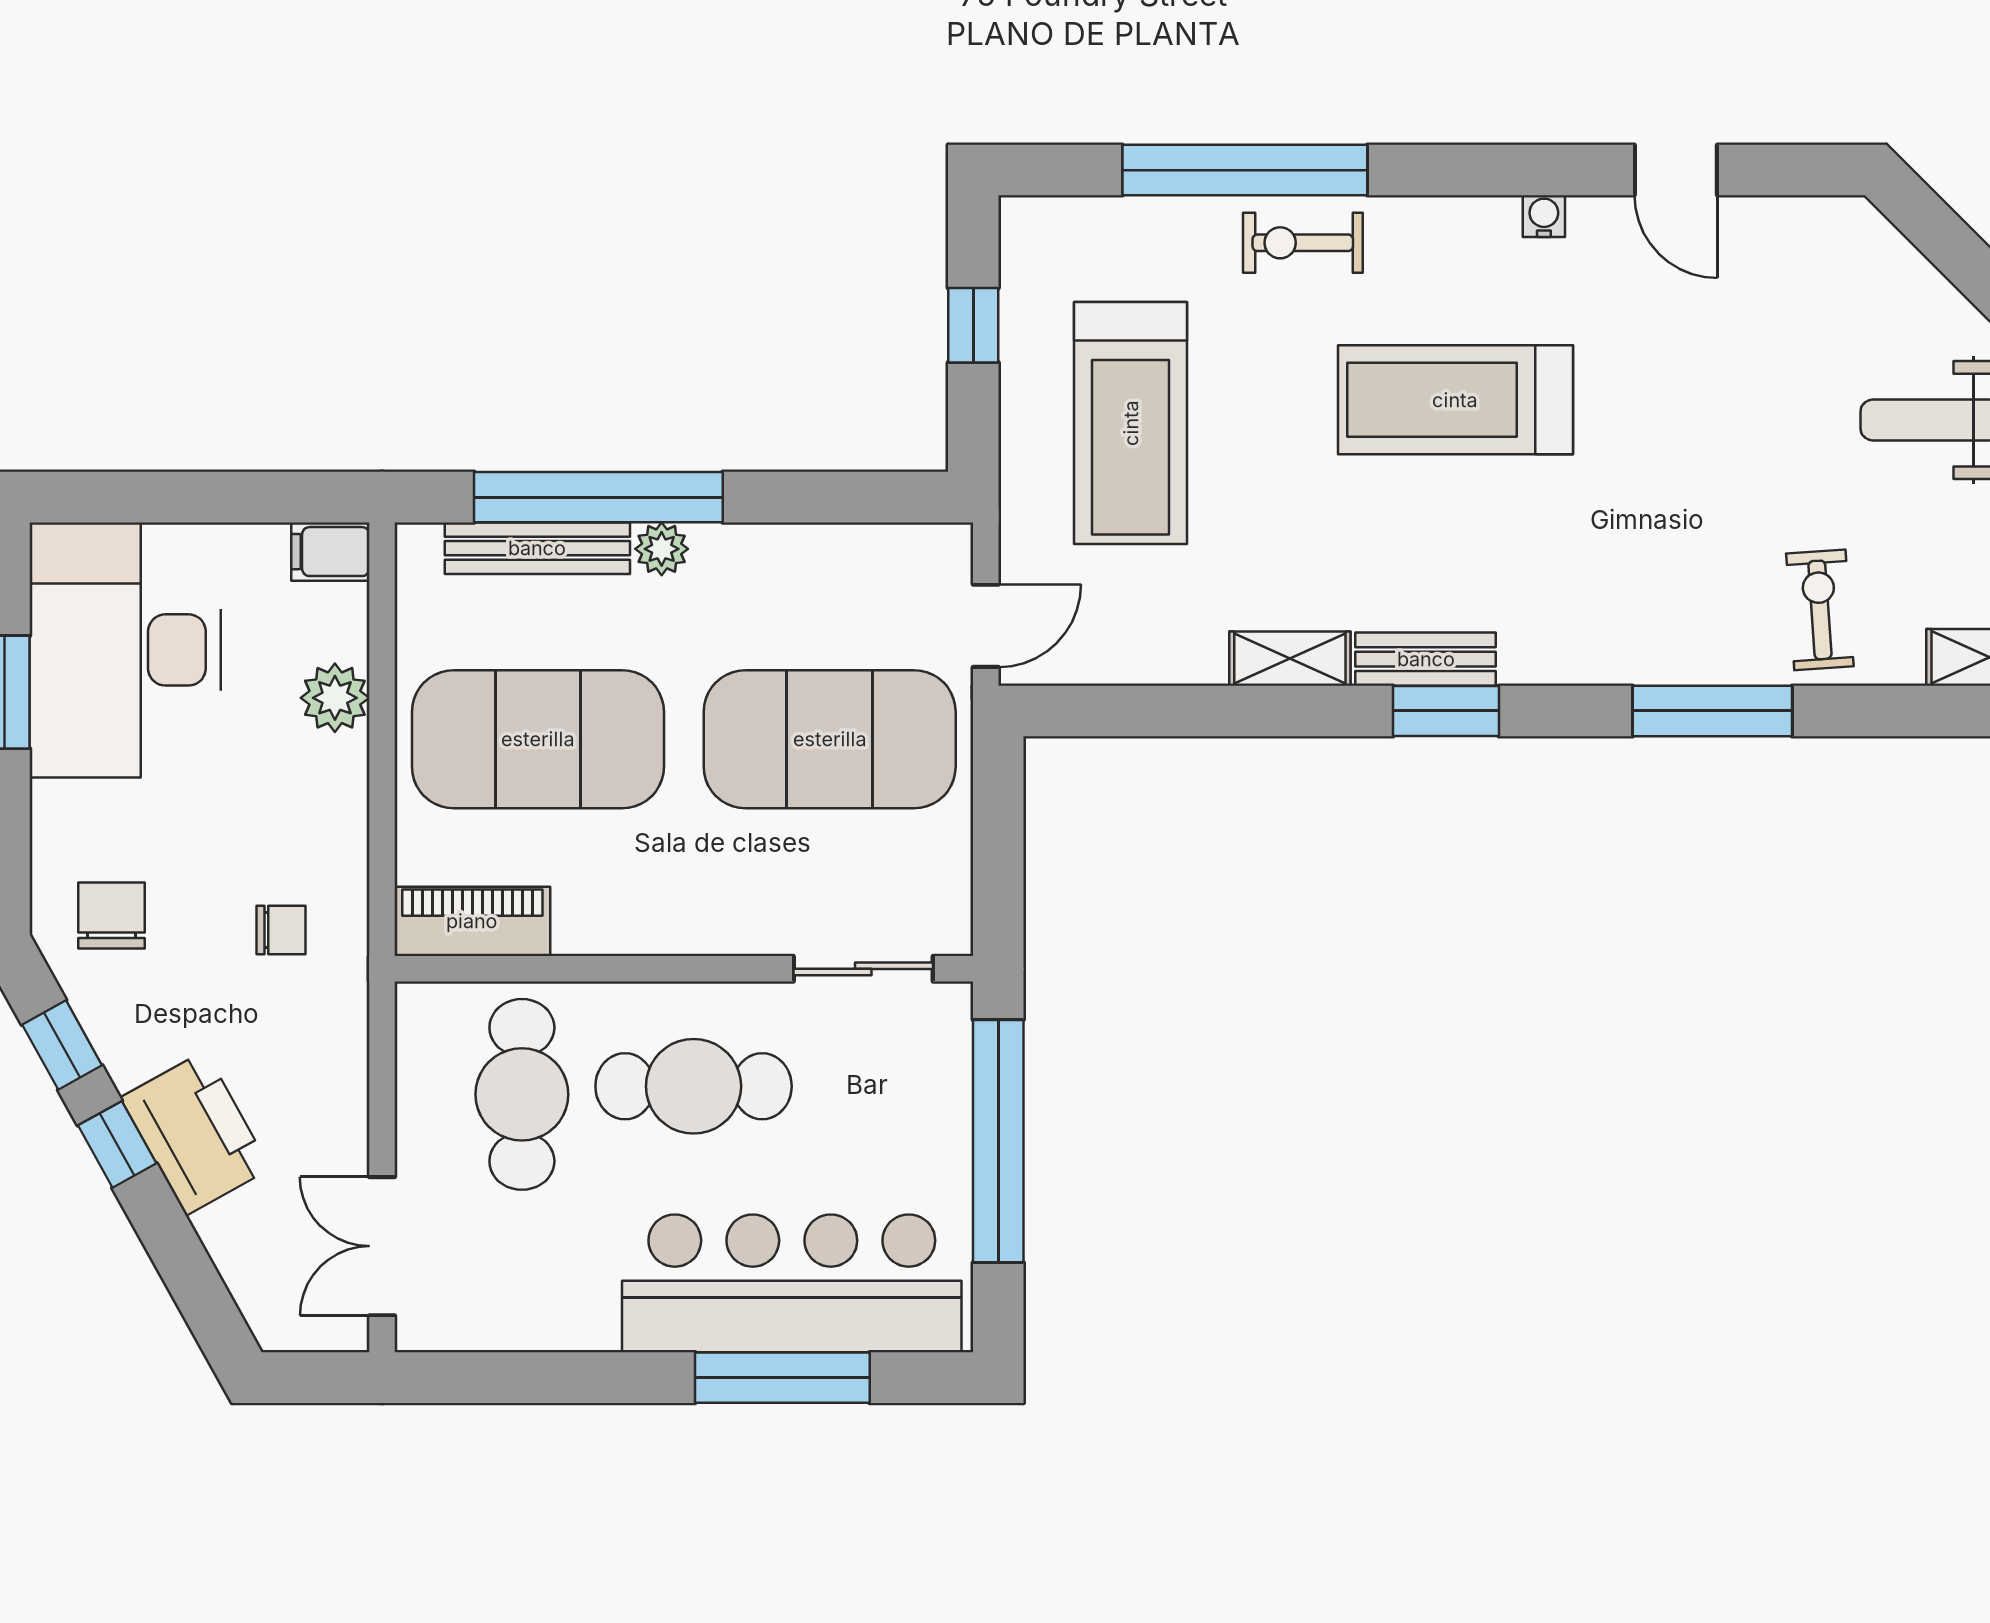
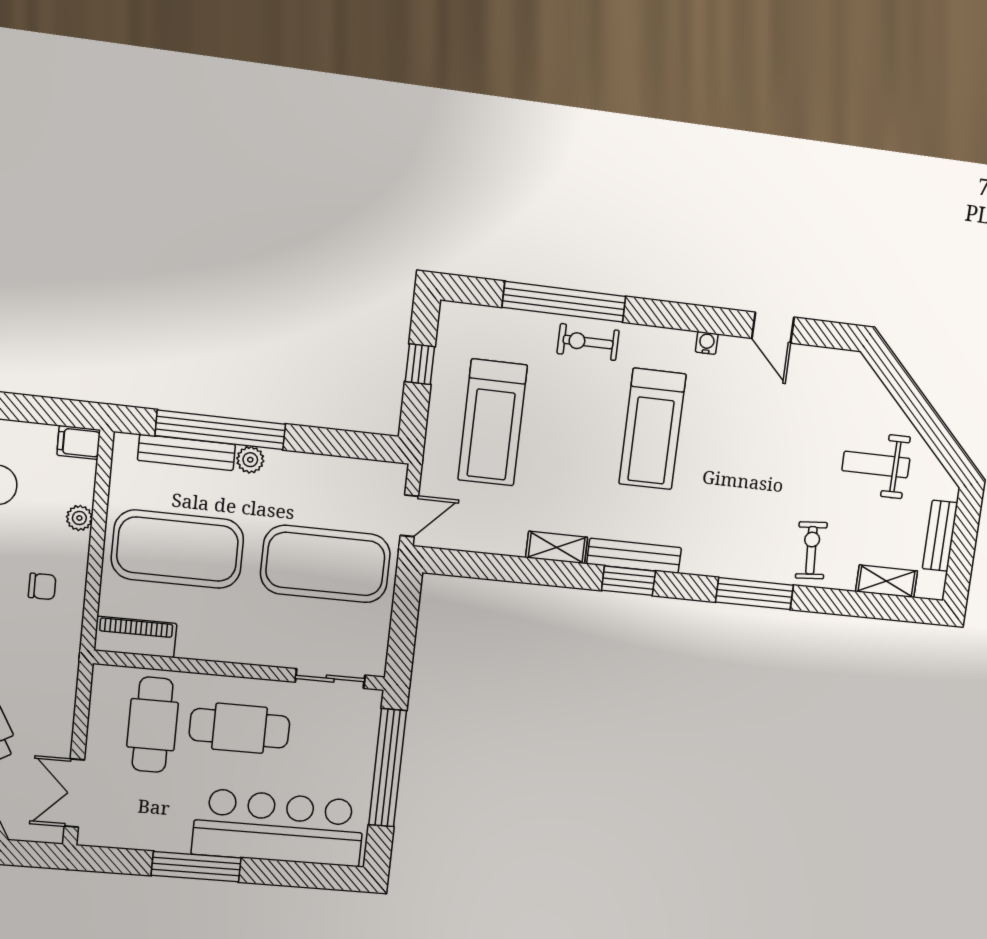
treadmill: (1455, 400) -> (652, 429), turned -90
bench: (1426, 659) -> (634, 556), width x1.36
plant: (335, 698) -> (79, 518), width x0.73, depth x0.73
chair: (281, 930) -> (42, 586), moved
window: (782, 1378) -> (196, 867), moved

